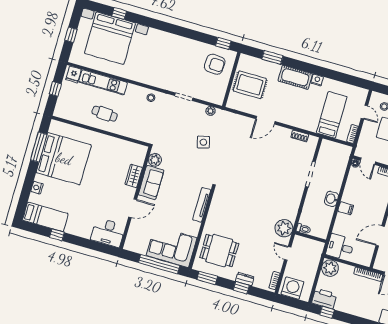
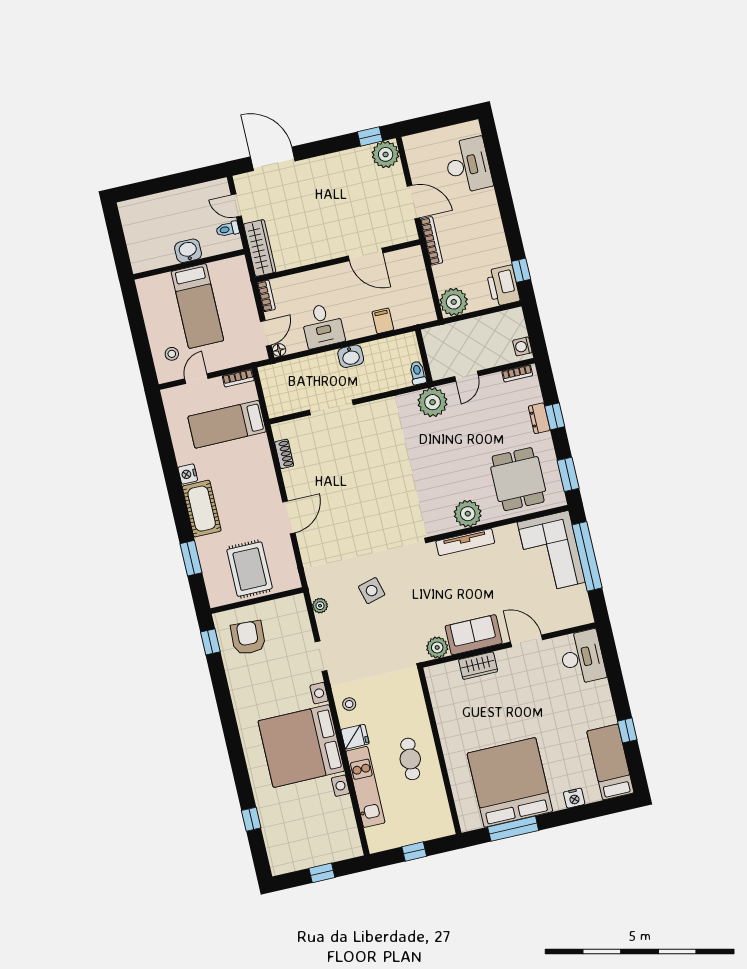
bed with nightstands: (110, 38) -> (301, 746), moved, turned 180
fridge: (74, 75) -> (355, 737), moved
door: (265, 120) -> (289, 517), hinge flipped
filing cabinet: (346, 208) -> (383, 321), moved
plant: (216, 214) -> (468, 514), added
desk: (340, 247) -> (323, 326), moved
washing machine: (292, 288) -> (522, 346), width x0.53, depth x0.53

